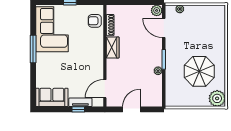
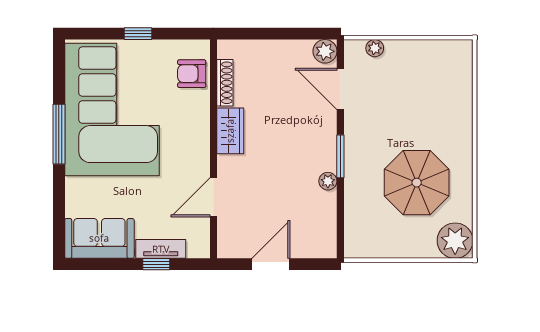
corner sofa: (52, 29) -> (112, 110), width x1.36, depth x1.36
door: (105, 89) -> (213, 197), moved

